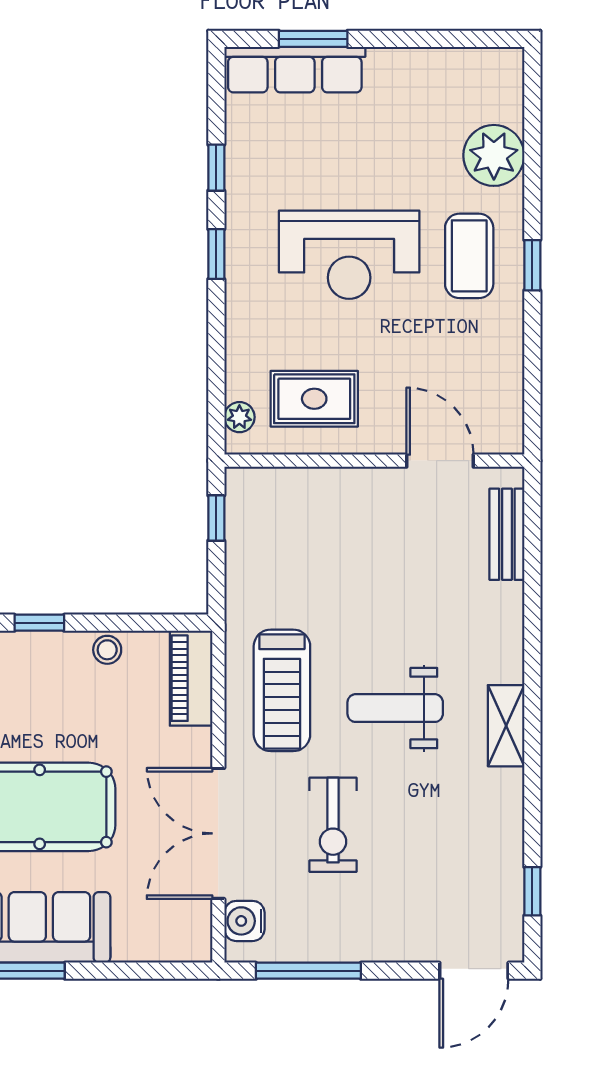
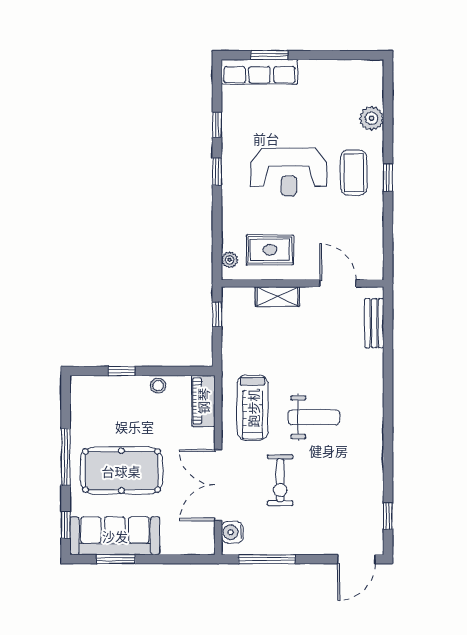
plant: (494, 155) -> (372, 118), width x0.73, depth x0.73
weight bench: (395, 708) -> (314, 417), turned 180
shelving: (506, 726) -> (277, 296), moved, turned 90

